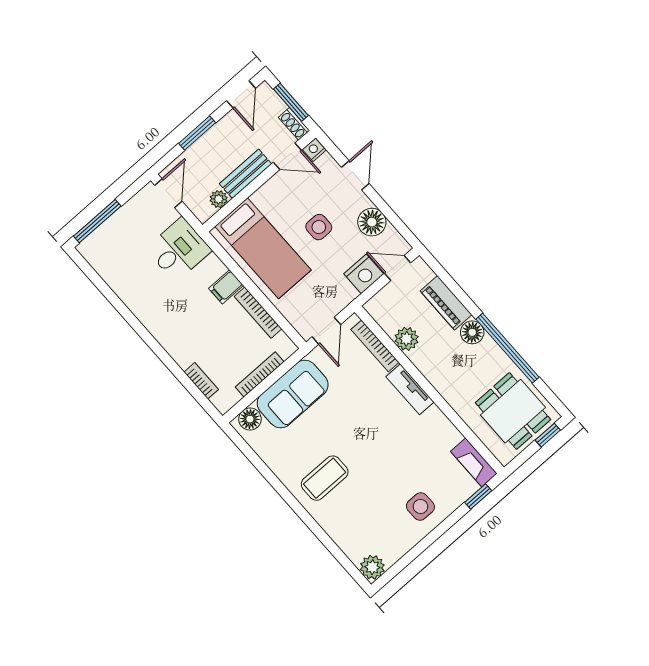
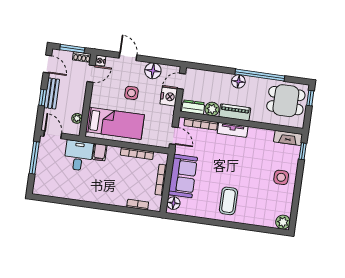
window: (197, 133) -> (43, 97), width x0.67
bench: (246, 174) -> (52, 93), moved
window: (97, 221) -> (34, 158), moved
filing cabinet: (226, 287) -> (100, 152), moved
piano: (446, 303) -> (235, 112), moved, turned 180
dresser: (384, 315) -> (193, 107), added

